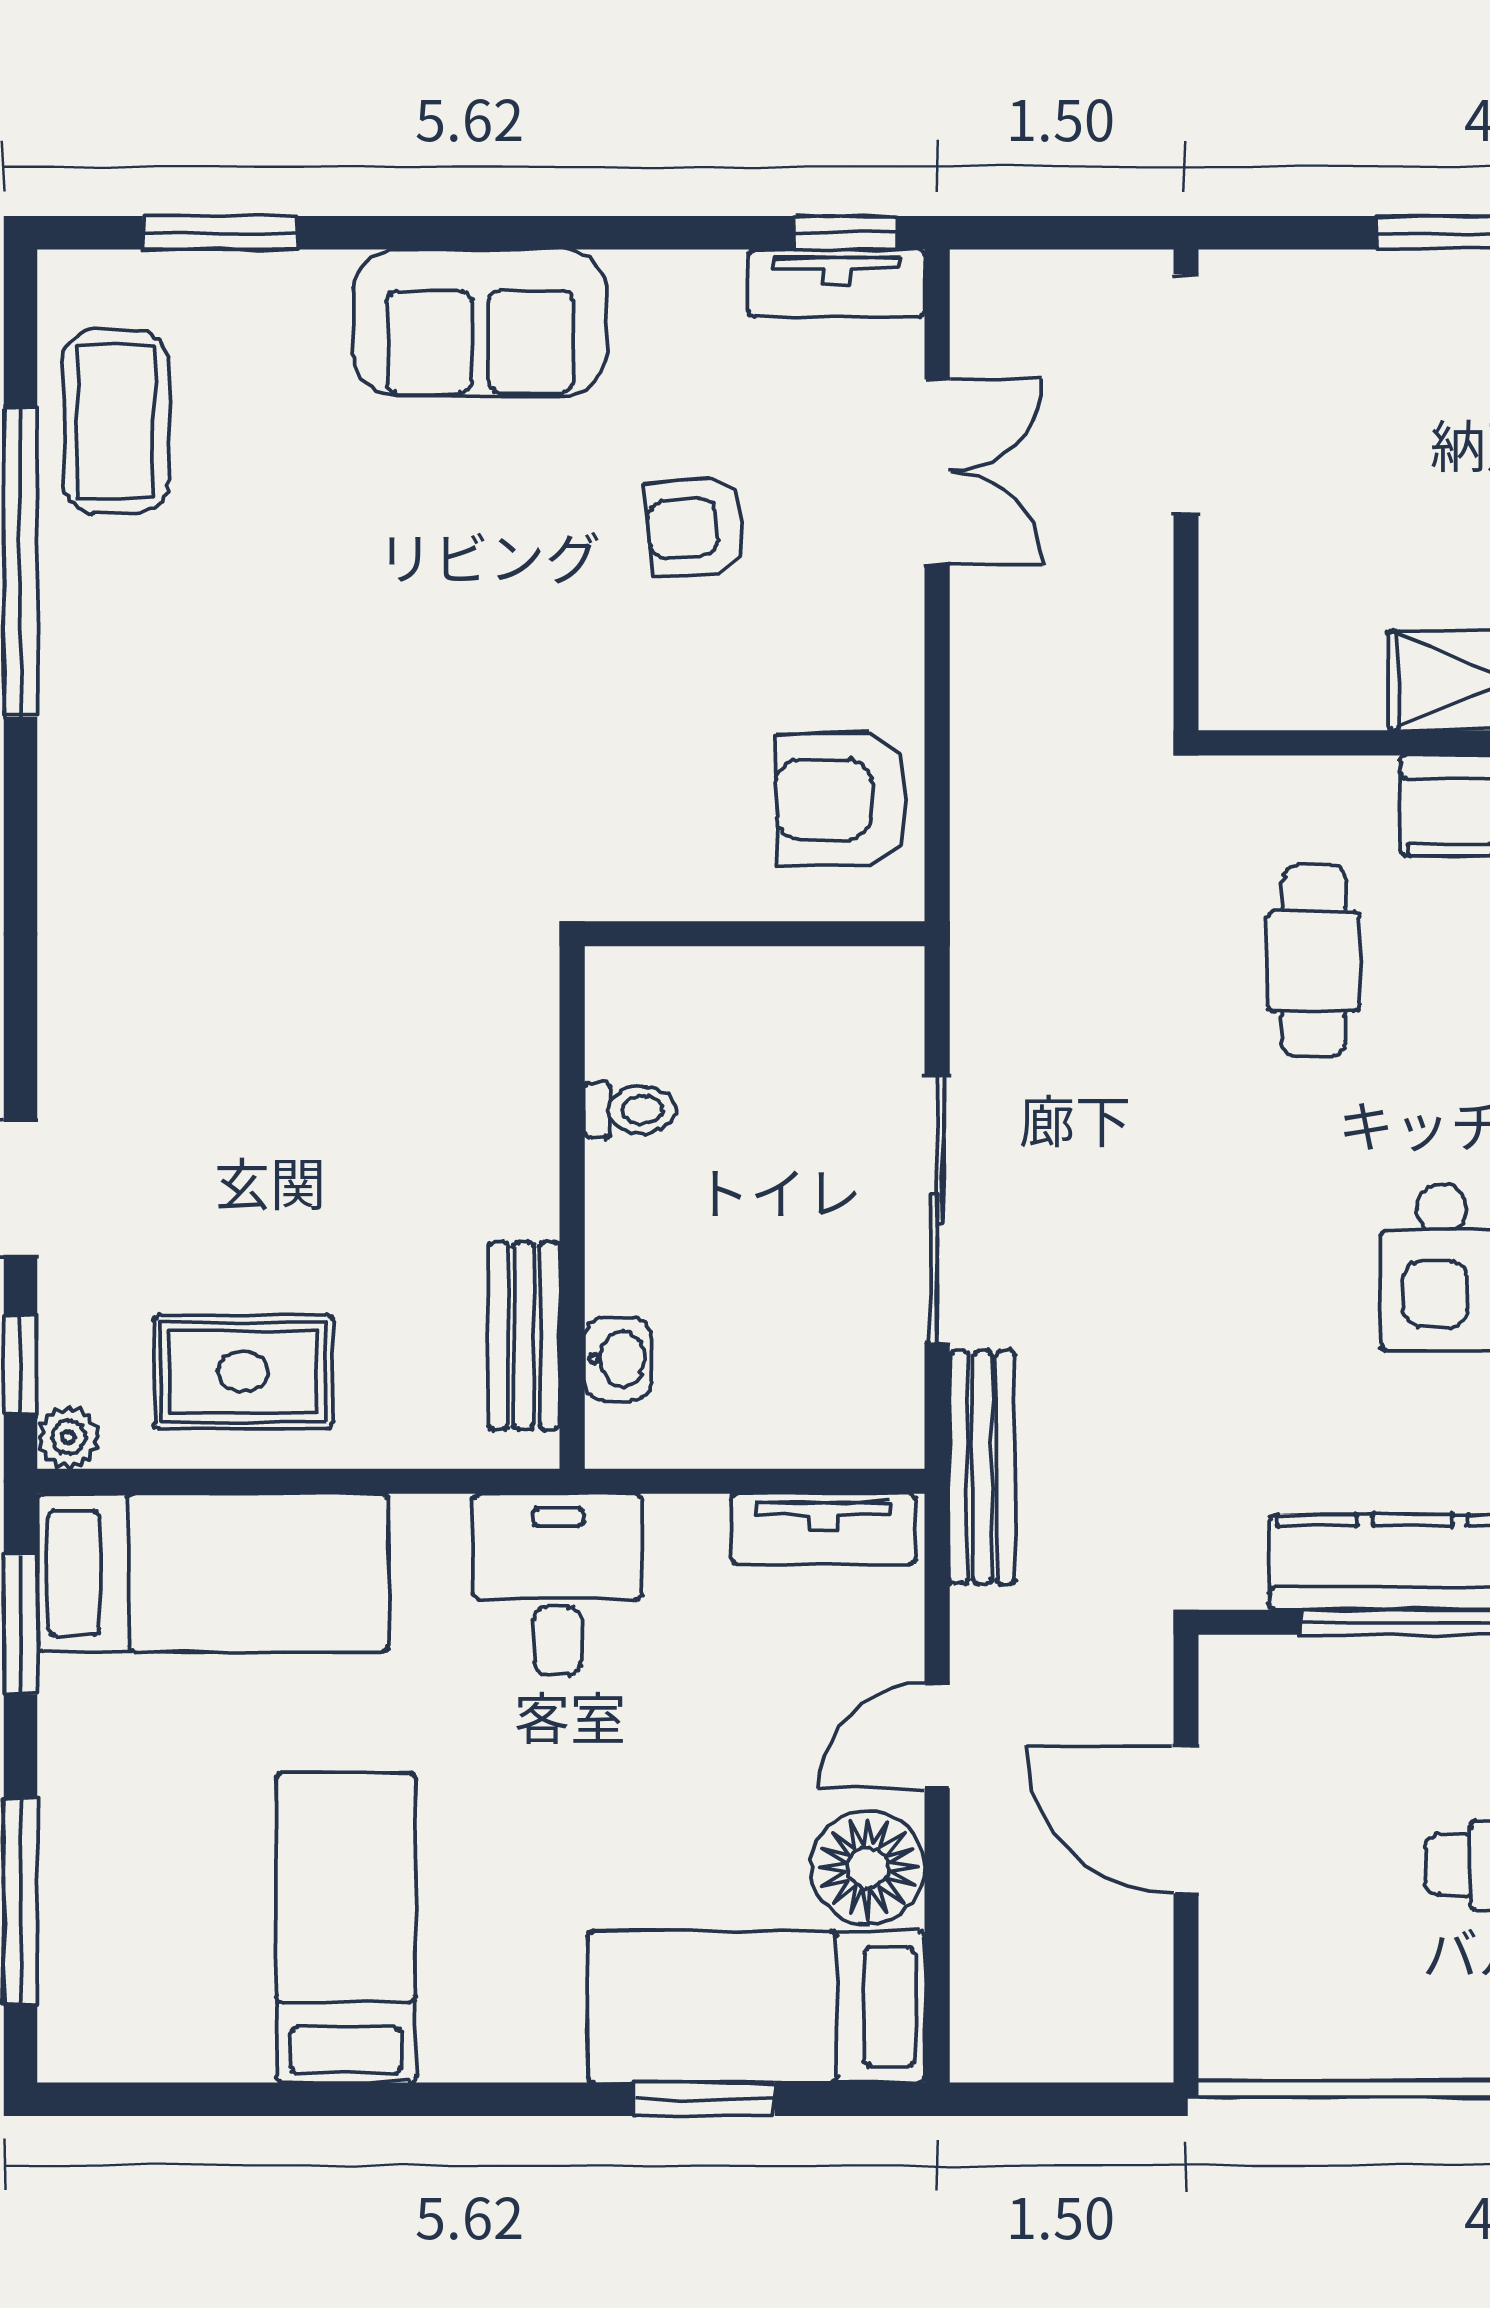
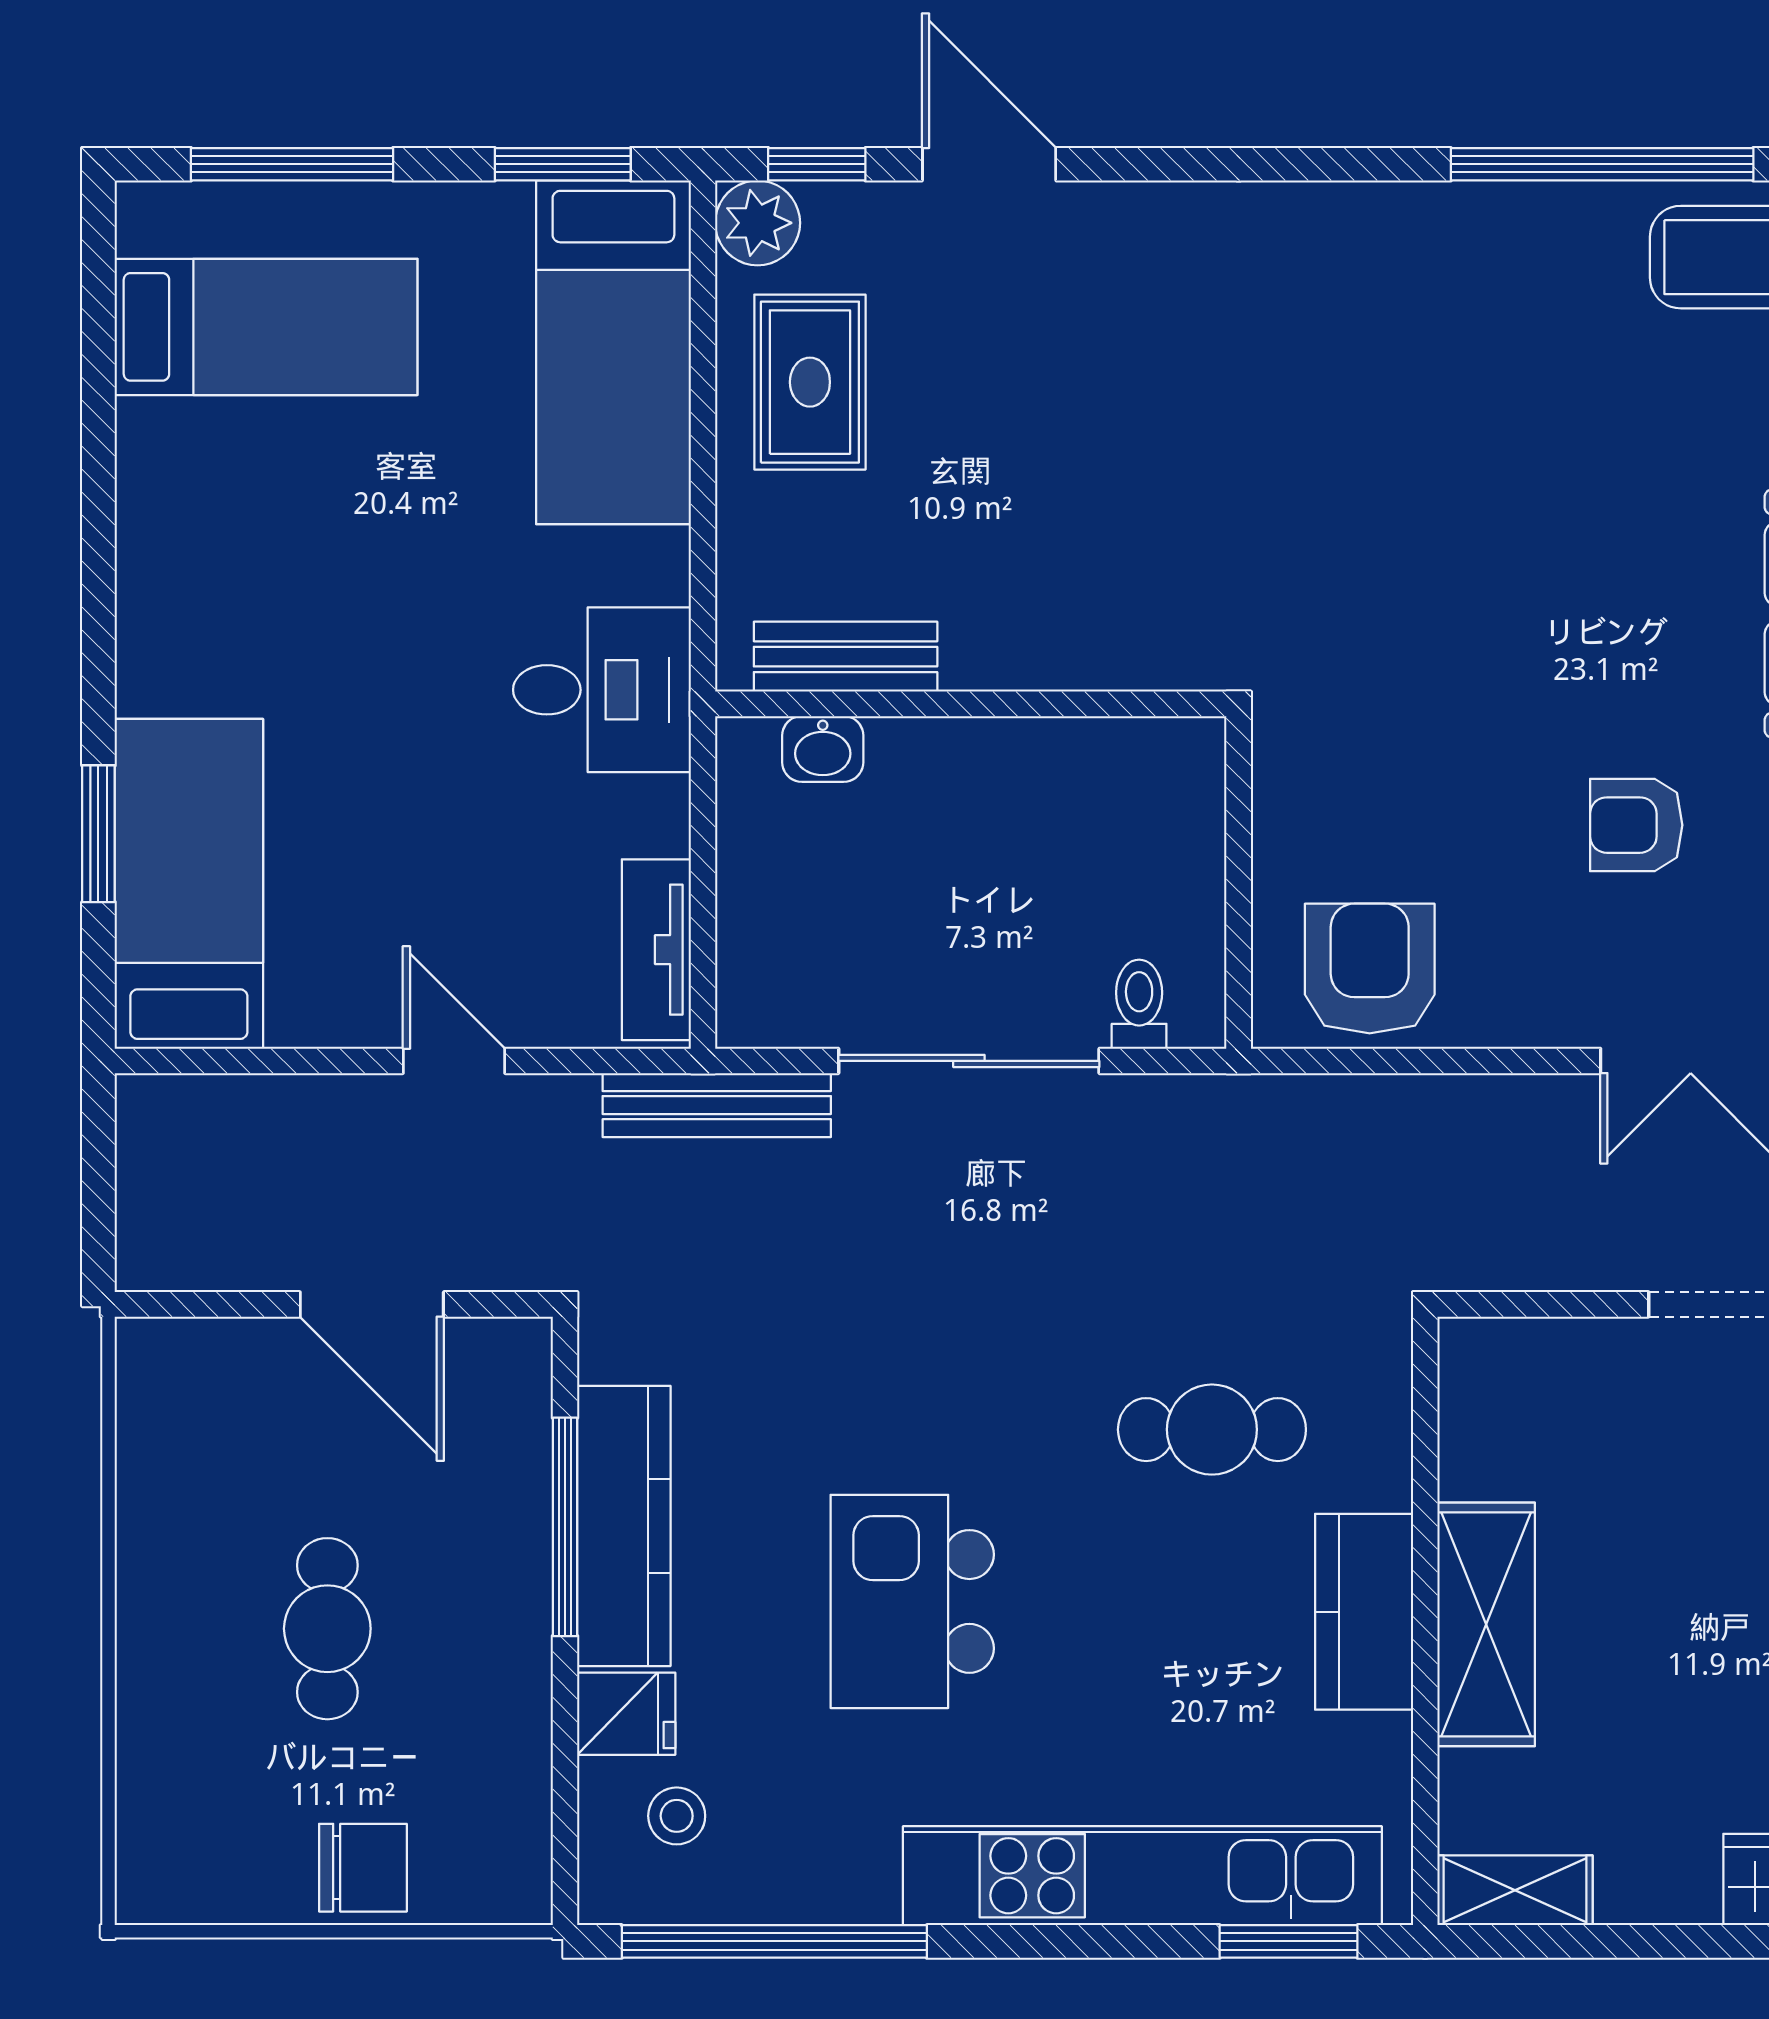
armchair: (696, 527) -> (1636, 825), turned -85
toilet: (630, 1110) -> (1139, 1004), moved, turned 180
plant: (69, 1437) -> (758, 223), width x1.38, depth x1.38
door: (1186, 1820) -> (372, 1304), swing flipped
floor lamp: (868, 1868) -> (325, 993), removed
bed: (346, 1928) -> (266, 327), moved

